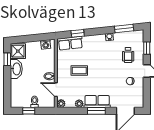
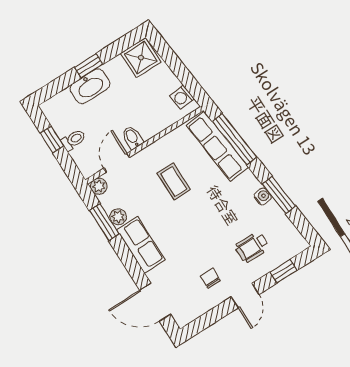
window: (124, 28) -> (279, 195), moved
window: (78, 33) -> (235, 139), width x2.17
row of seats: (70, 43) -> (217, 146), width x1.48
window: (7, 59) -> (89, 66), moved
washbasin: (16, 69) -> (90, 86), moved
window: (96, 111) -> (104, 222), moved

